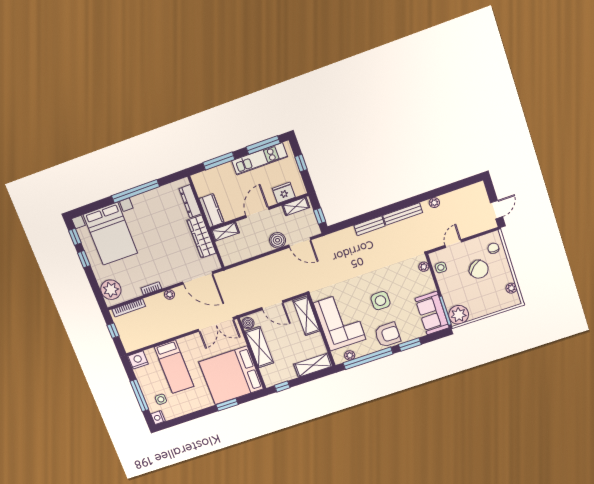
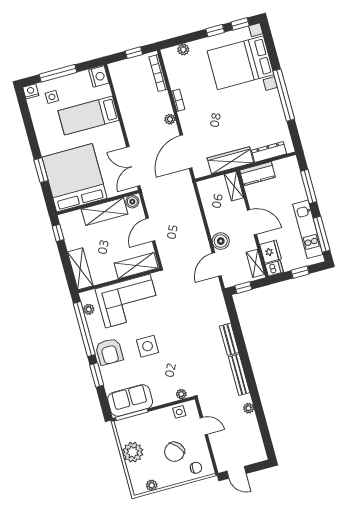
dishwasher: (299, 188) -> (274, 268), added
plant: (111, 290) -> (183, 50), width x0.53, depth x0.53
plant: (459, 315) -> (133, 452), moved

